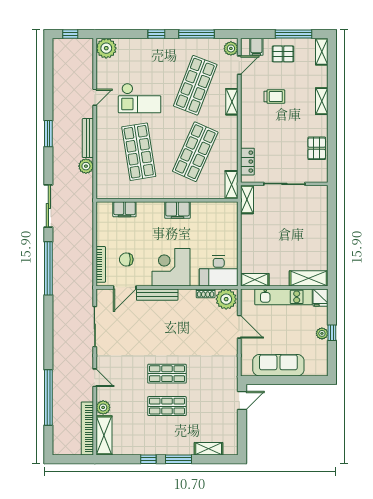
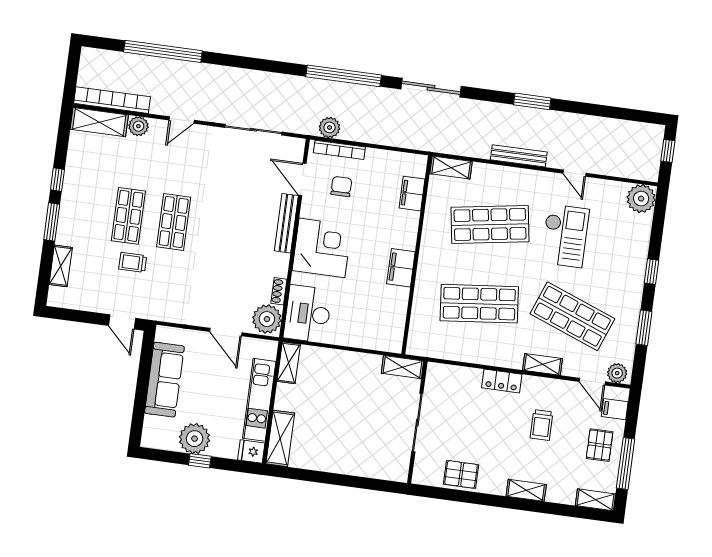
window: (197, 34) -> (644, 328), width x0.69
checkout: (140, 98) -> (565, 236), turned 180
shop shelf: (195, 152) -> (479, 304), turned -30
locker: (247, 162) -> (502, 381), moved
plant: (86, 166) -> (330, 127), moved
shelving: (231, 185) -> (451, 168), moved
door: (239, 327) -> (226, 332), hinge flipped
plant: (322, 333) -> (195, 439), width x1.87, depth x1.87
trolley: (199, 399) -> (133, 262), added

